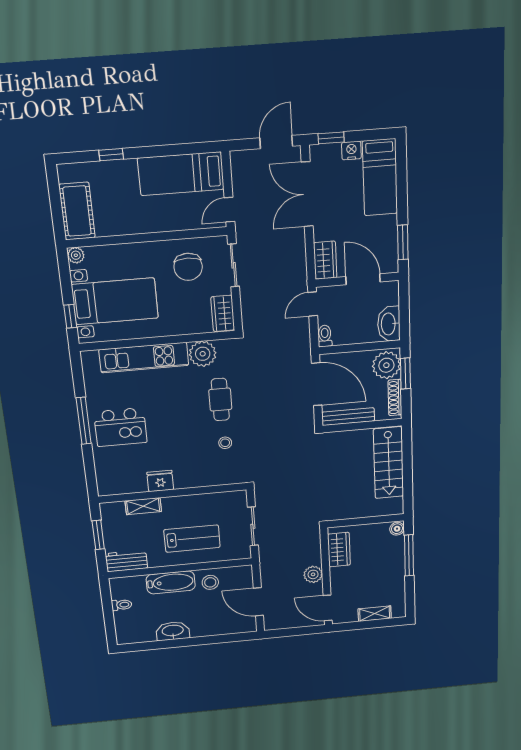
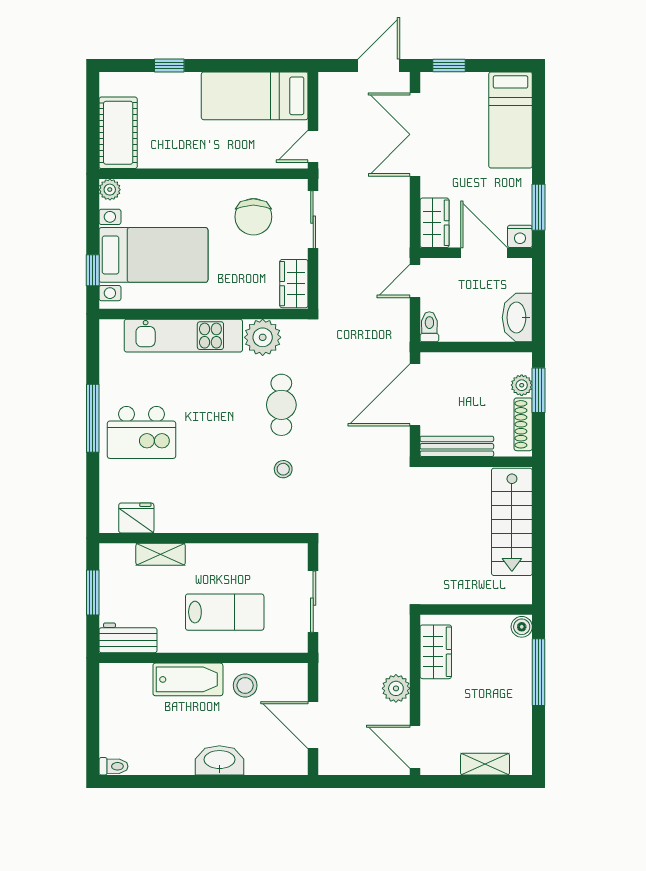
nightstand: (351, 150) -> (520, 236), moved, turned 180
plant: (386, 365) -> (522, 385), width x0.53, depth x0.53
door: (317, 384) -> (415, 395), swing flipped
fridge: (160, 481) -> (136, 518), moved
toilet: (122, 605) -> (113, 766), moved
washbasin: (173, 631) -> (219, 760), moved

